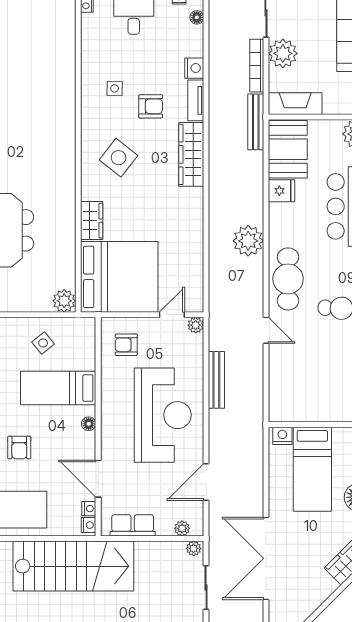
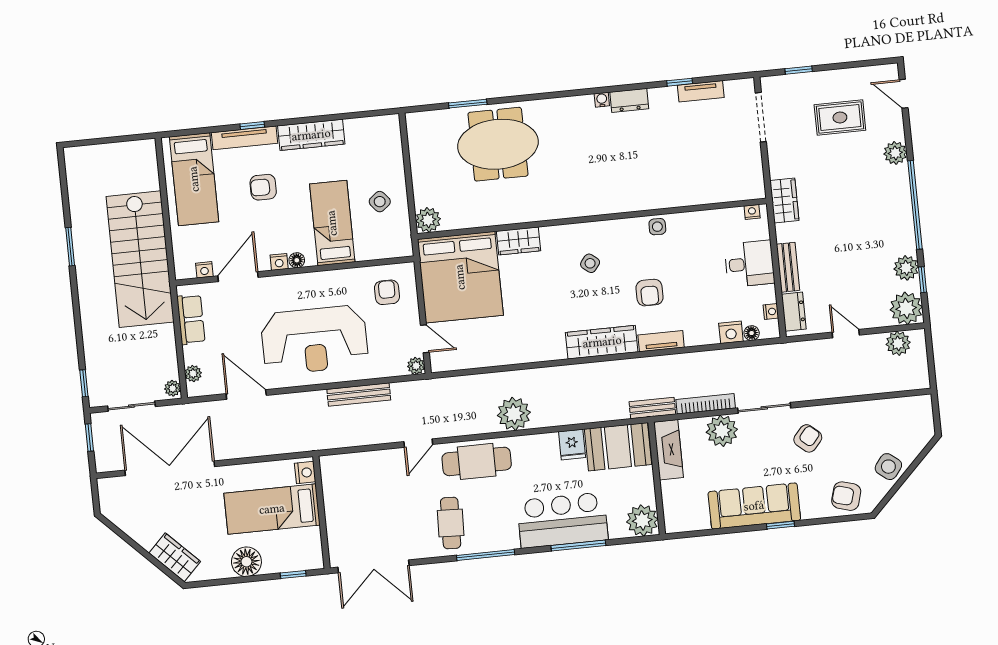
nightstand: (194, 68) -> (731, 332), moved
side table: (115, 88) -> (657, 227), moved
bench: (256, 122) -> (652, 408), width x0.73
side table: (119, 158) -> (590, 263), width x0.54, depth x0.54
nightstand: (89, 525) -> (279, 262), moved

